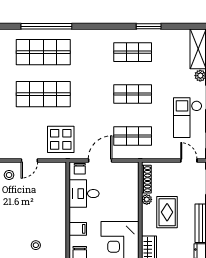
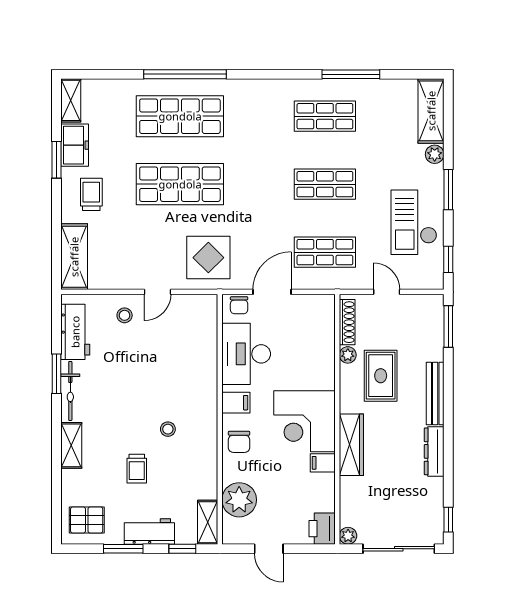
window: (149, 26) -> (351, 74), width x1.44
door: (189, 160) -> (387, 292), moved
desk: (84, 194) -> (246, 354), width x1.37

